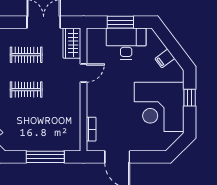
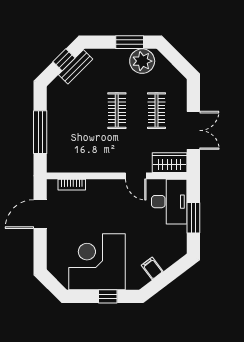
desk: (126, 43) -> (169, 202), moved

